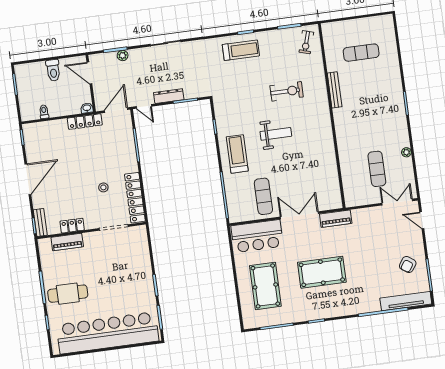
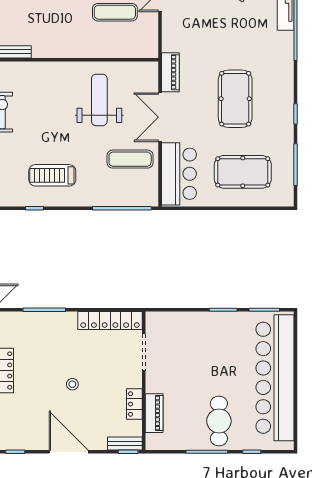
weight bench: (276, 134) -> (99, 100), moved, width x1.36, depth x1.33
treadmill: (237, 154) -> (52, 175), moved
stool: (103, 187) -> (72, 384), moved

